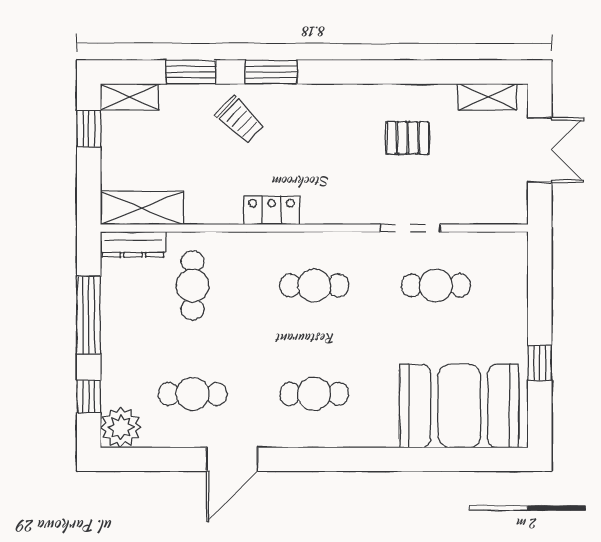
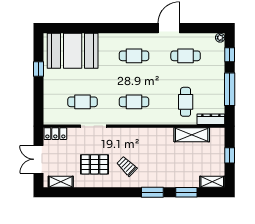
trolley: (240, 119) -> (127, 166), moved
window: (89, 129) -> (230, 155), moved
pallet: (408, 138) -> (94, 164), width x1.50, depth x1.42
shelving: (142, 208) -> (192, 135), moved
locker: (271, 210) -> (55, 134), moved
plant: (121, 427) -> (220, 38), width x0.53, depth x0.53

